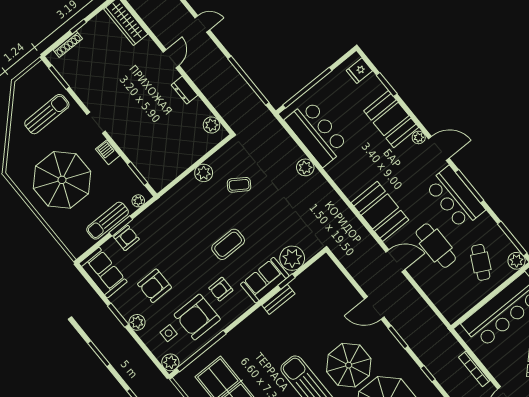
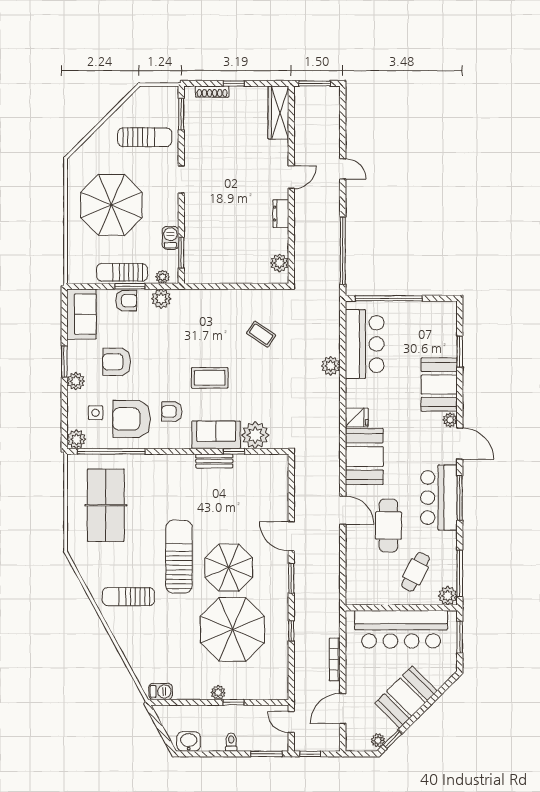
fridge: (359, 71) -> (357, 417), moved, turned 180
barbecue: (108, 152) -> (170, 238), moved
plant: (204, 173) -> (161, 299), moved

